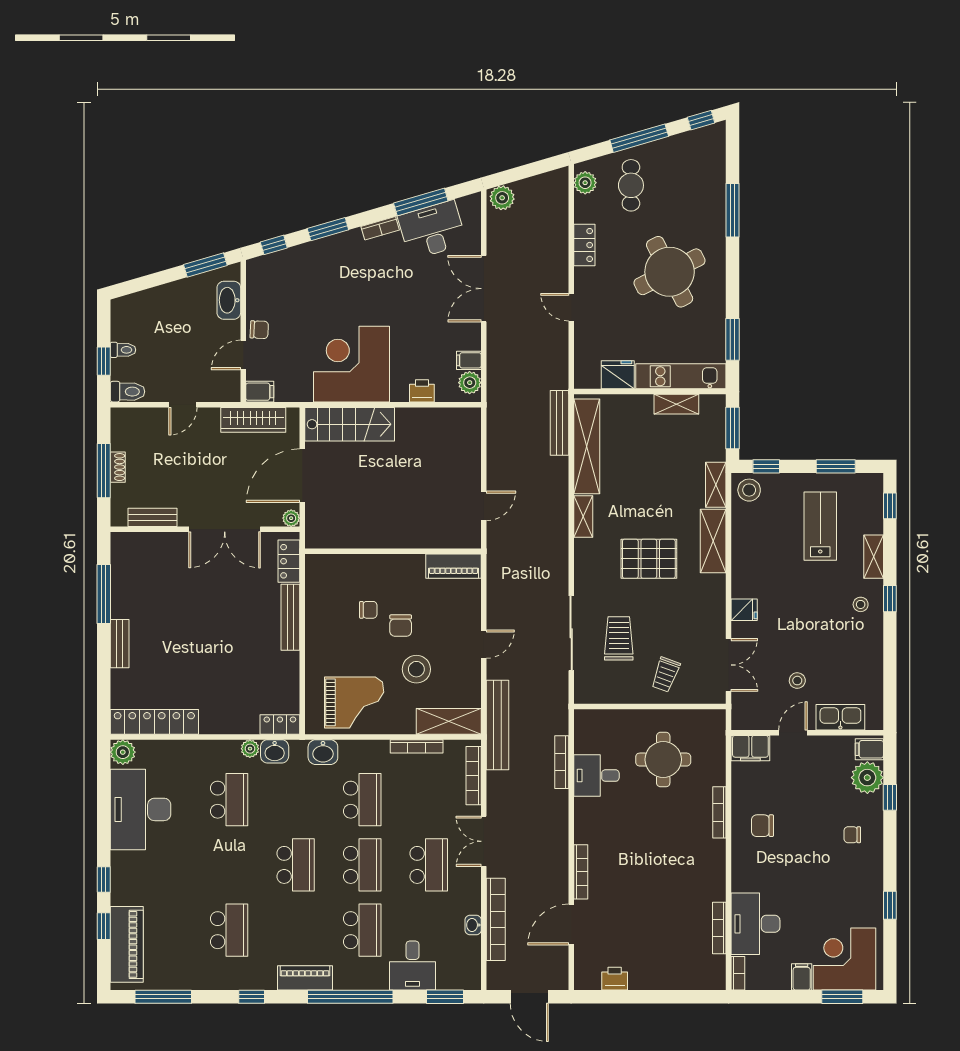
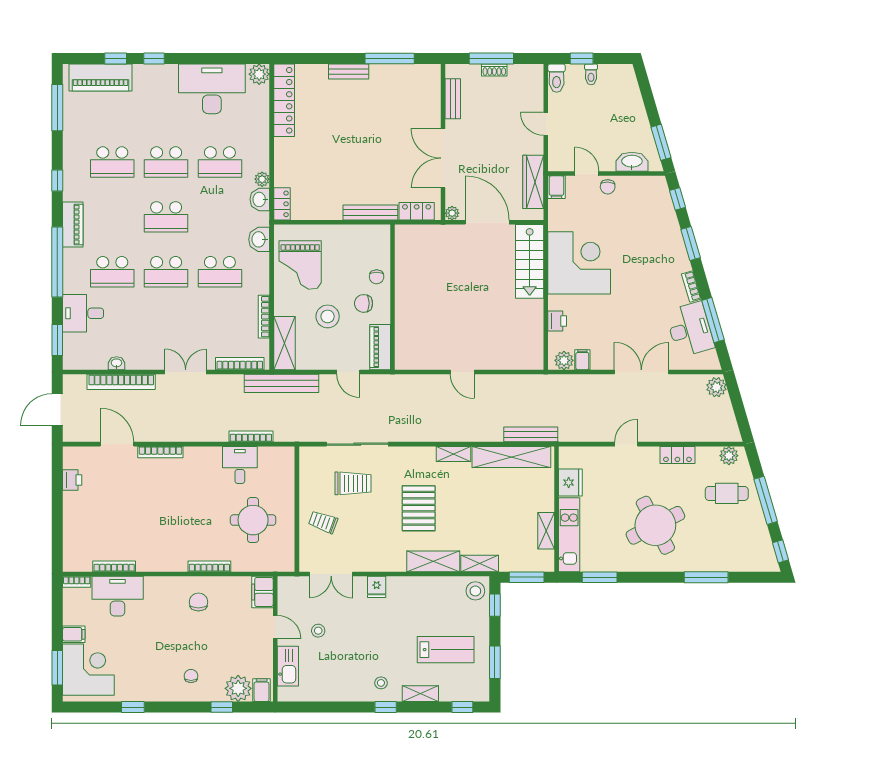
wall: (393, 551) -> (392, 297), moved
piano: (454, 566) -> (380, 347), moved
school desk: (429, 865) -> (166, 162), moved

